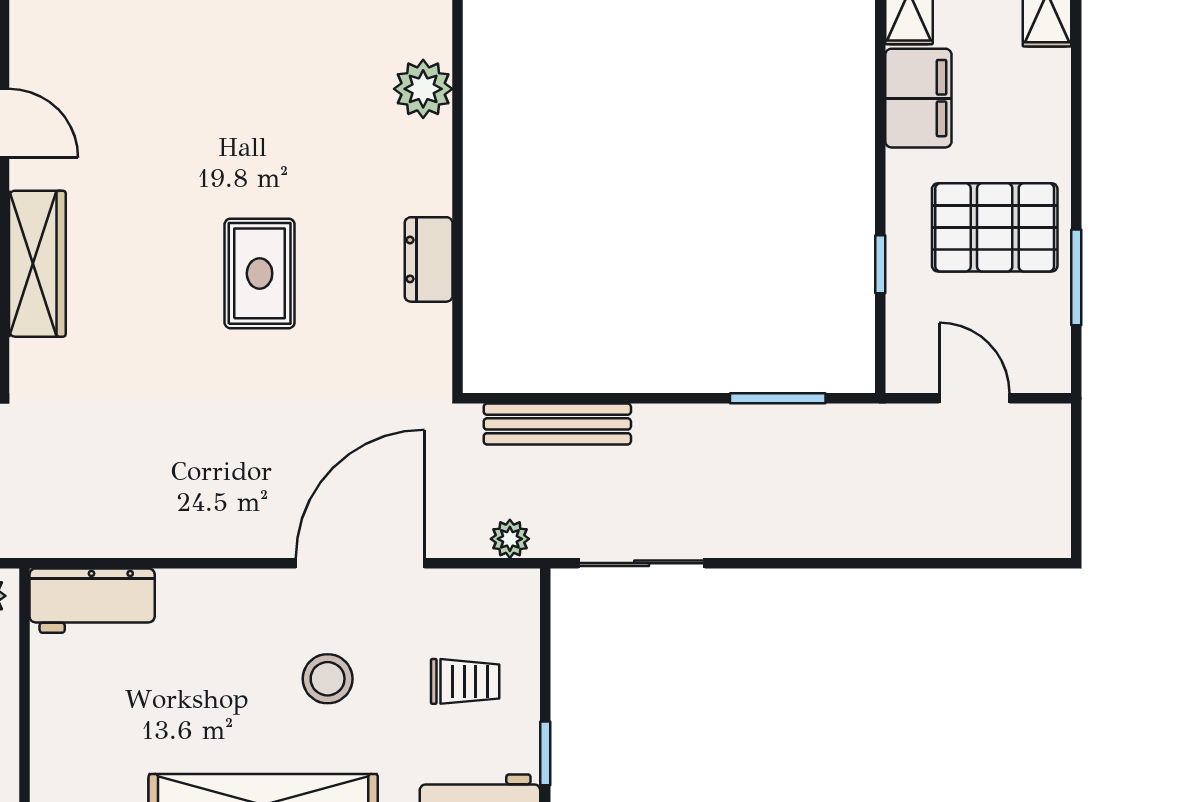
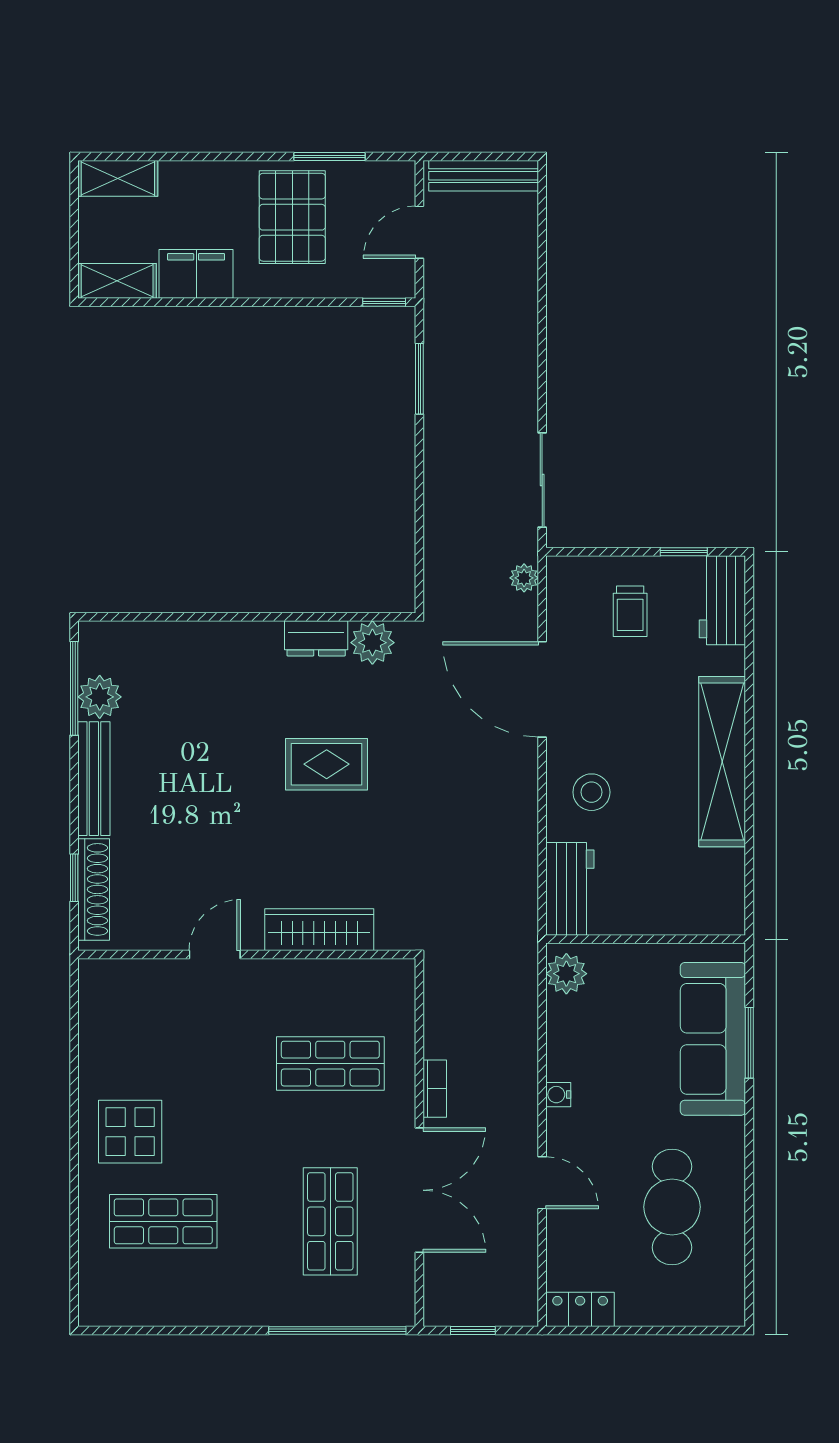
plant: (423, 89) -> (372, 643), moved
window: (880, 264) -> (384, 302), moved
bench: (557, 424) -> (484, 176), moved, turned 90
stool: (328, 679) -> (591, 792), moved
trolley: (465, 681) -> (630, 611), turned 180

